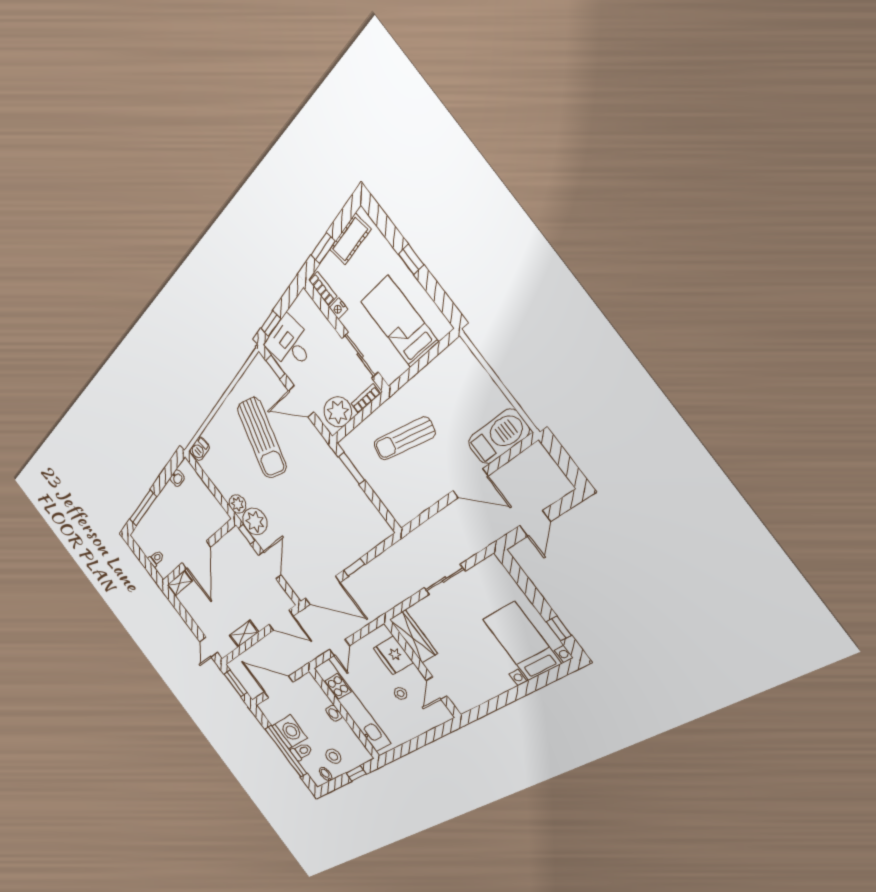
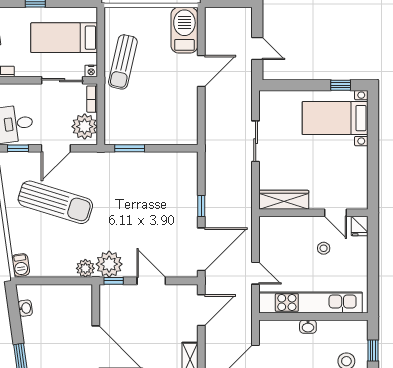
nightstand: (338, 308) -> (91, 71), moved
sun lounger: (404, 439) -> (123, 62), moved
fridge: (393, 655) -> (360, 226), moved, width x0.53, depth x0.75

